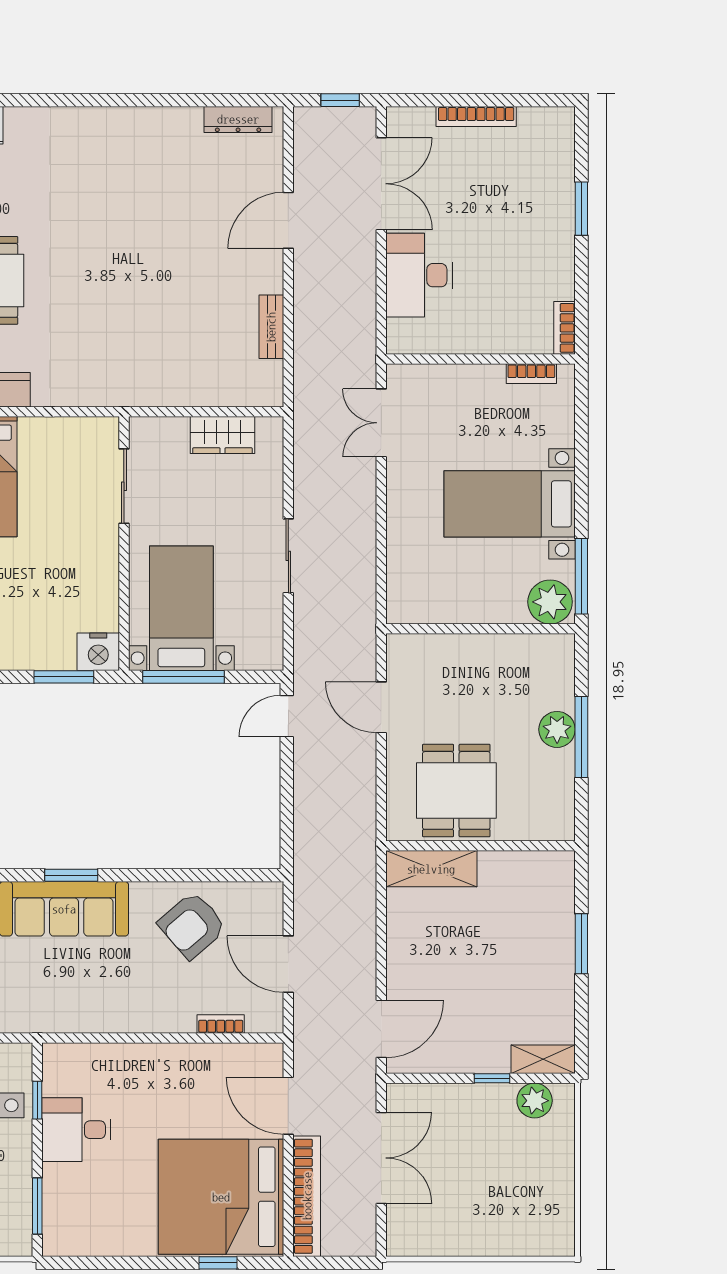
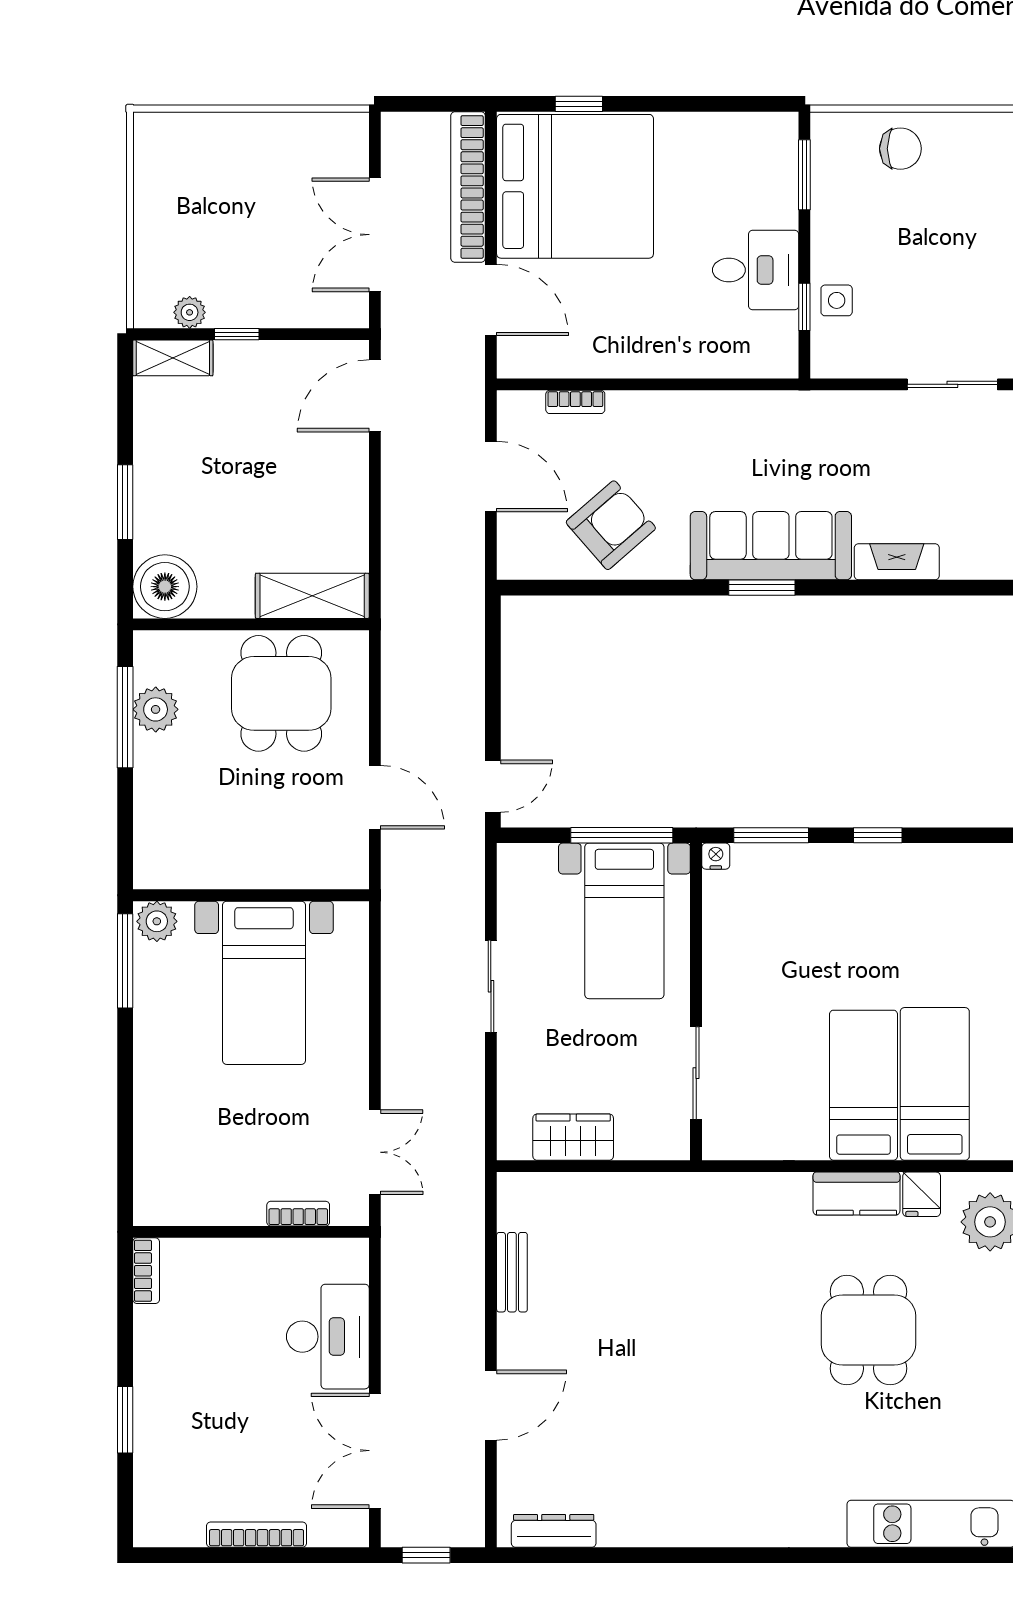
bookcase: (531, 374) -> (298, 1214), moved
bed with nightstands: (510, 504) -> (264, 983), moved, turned 90
plant: (550, 602) -> (157, 921), width x0.73, depth x0.73
nightstand: (98, 652) -> (716, 856), width x0.53, depth x0.56
plant: (557, 729) -> (156, 709), moved
window: (581, 737) -> (125, 717), moved
boiler: (550, 876) -> (165, 587), added
plant: (535, 1101) -> (190, 312), width x0.73, depth x0.73

